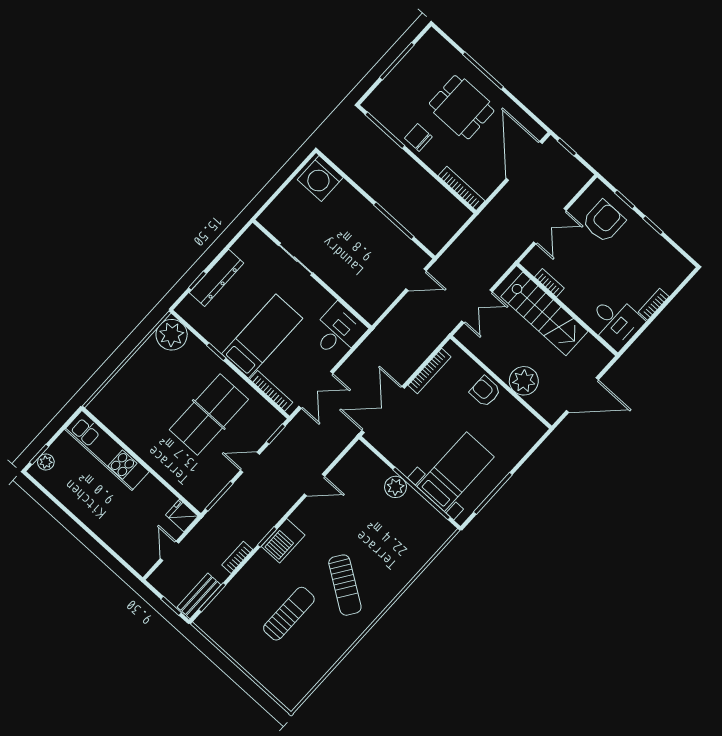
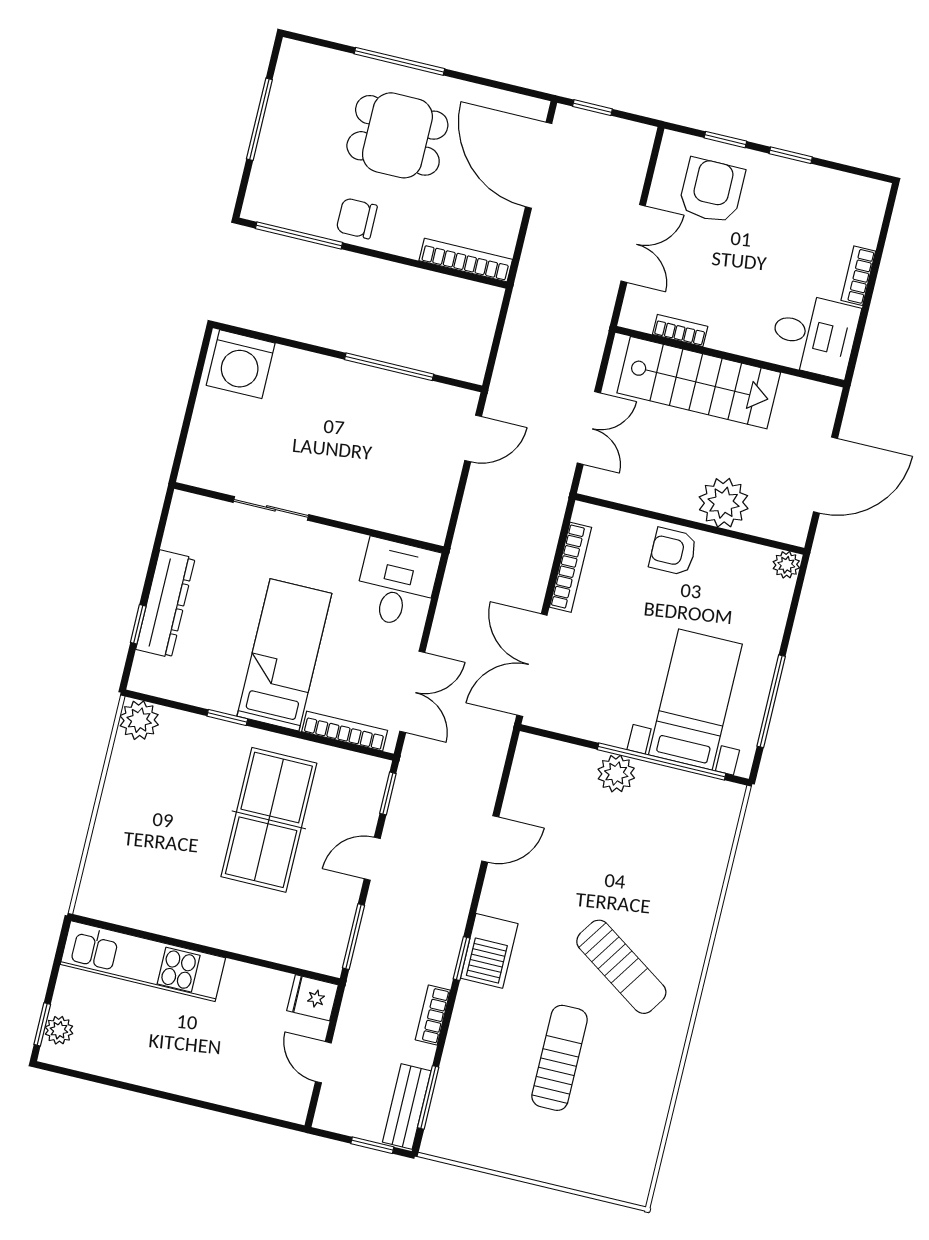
plant: (172, 335) -> (139, 720), width x0.73, depth x0.73
plant: (538, 429) -> (786, 565), added

